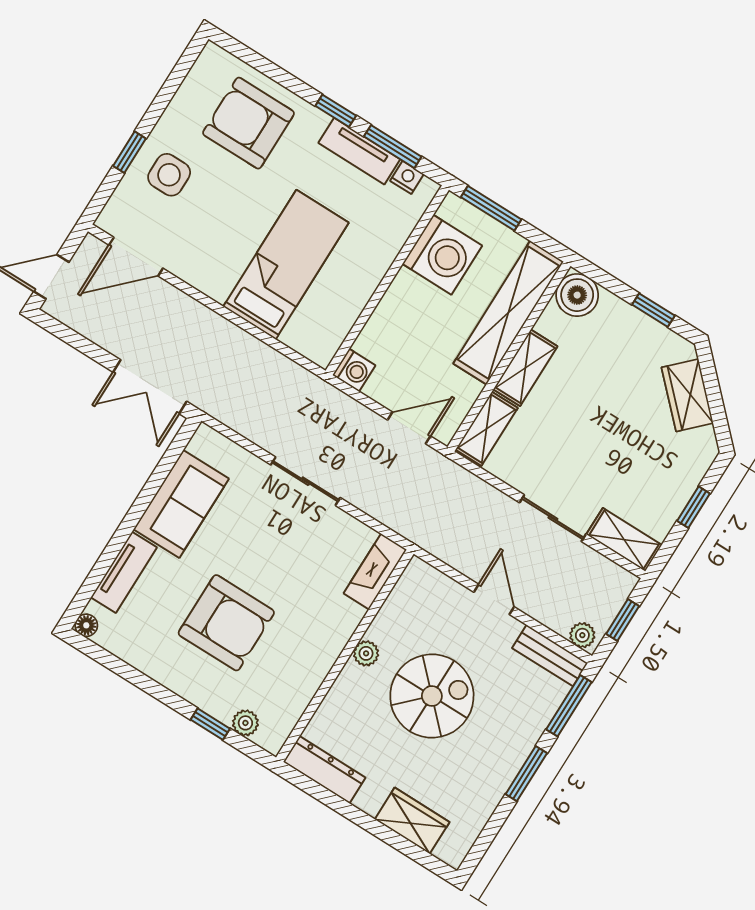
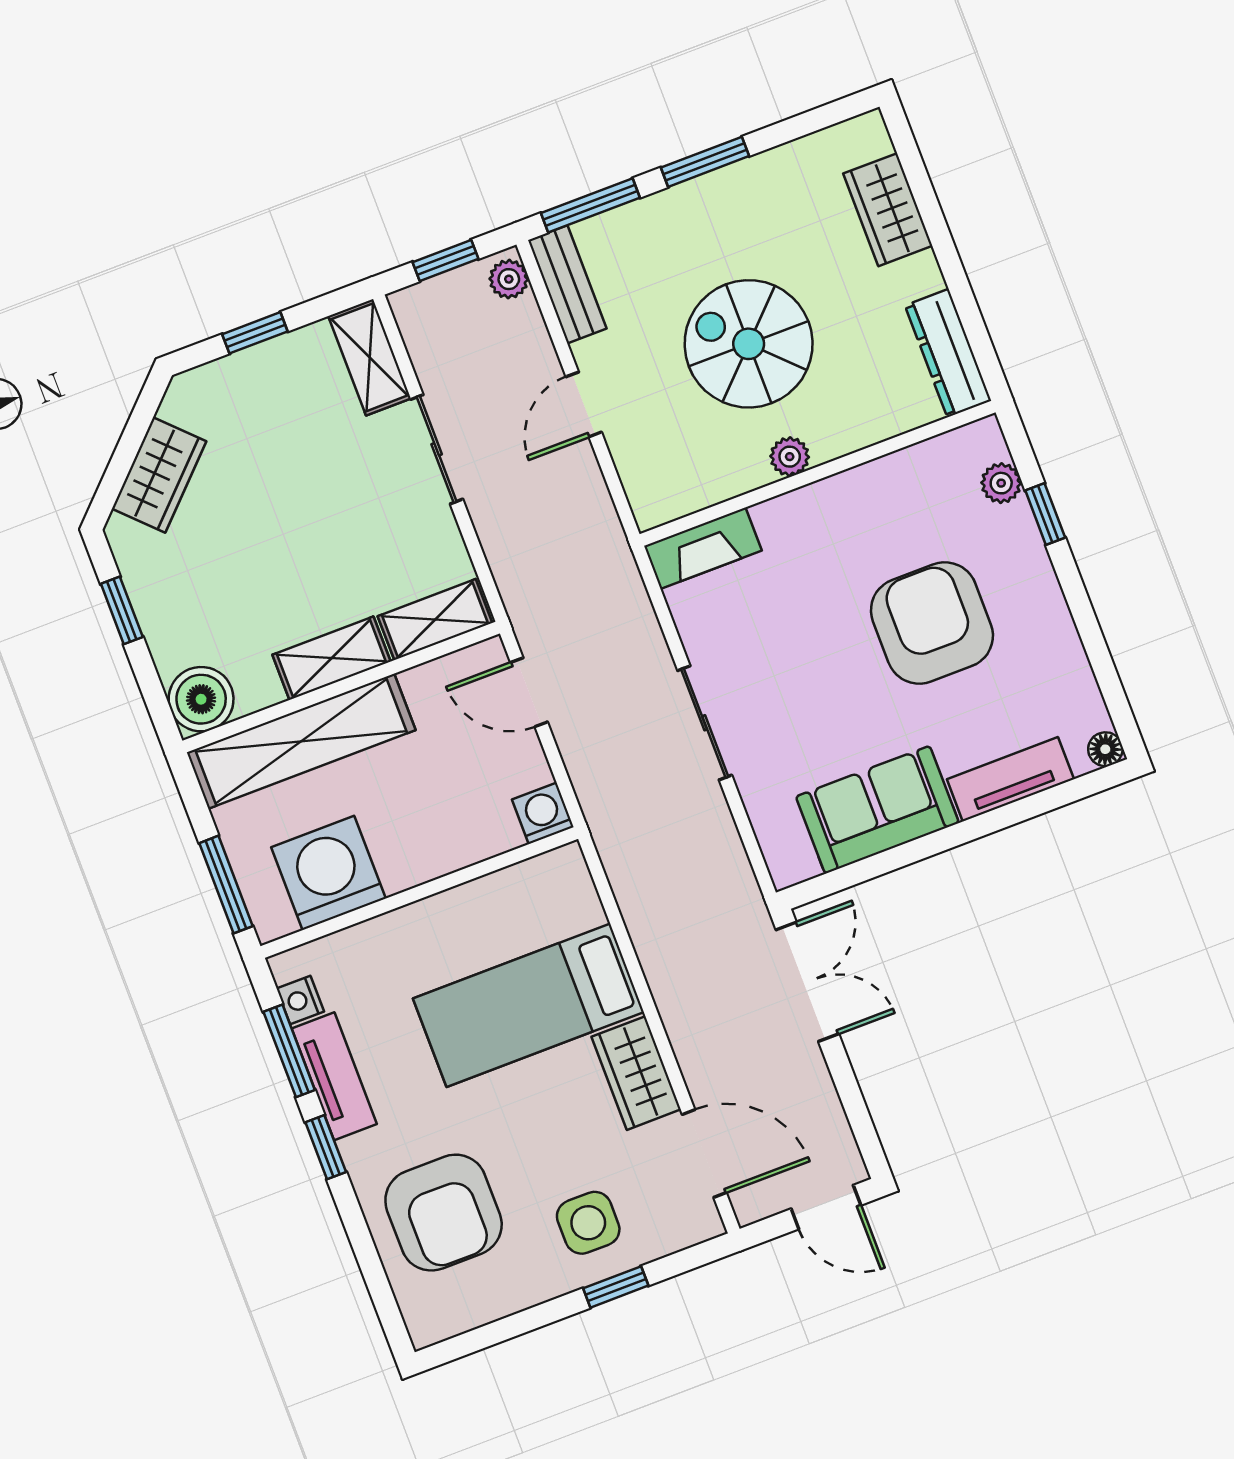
wardrobe: (203, 272) -> (636, 1073), added

